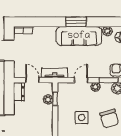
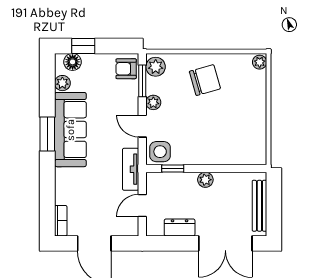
dresser: (19, 92) -> (180, 227), moved
plant: (48, 99) -> (205, 180), moved
side table: (82, 117) -> (160, 152), moved

